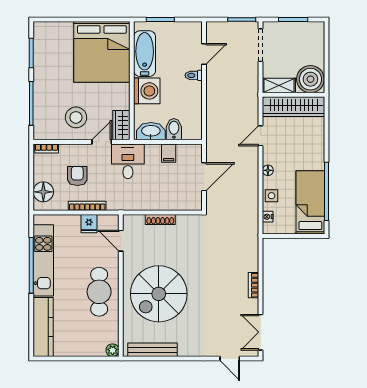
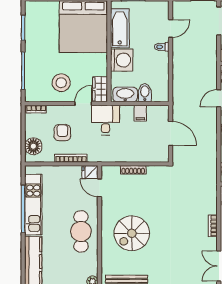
door: (204, 177) -> (171, 133), hinge flipped
fridge: (89, 224) -> (90, 172), moved, turned 90
spiral stairs: (159, 294) -> (132, 233), width x0.73, depth x0.73

